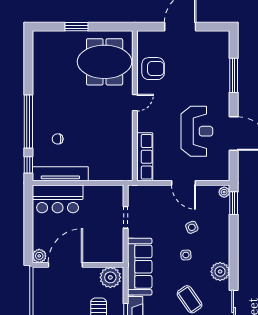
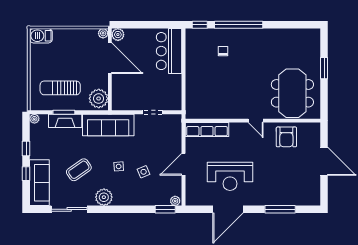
tv unit: (60, 174) -> (192, 54), removed
plant: (38, 272) -> (103, 33), added

